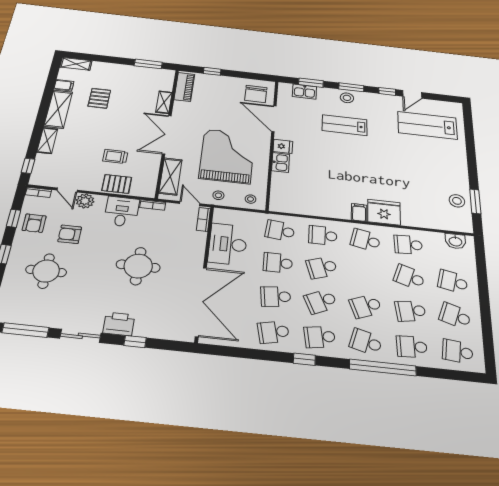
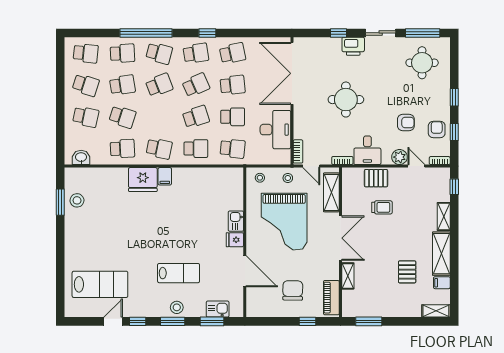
chair: (256, 94) -> (293, 290), moved
round table: (46, 271) -> (422, 63), moved

